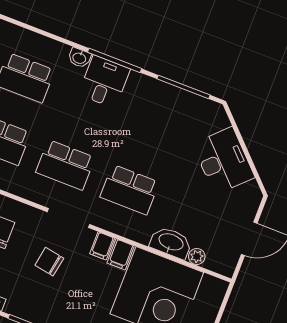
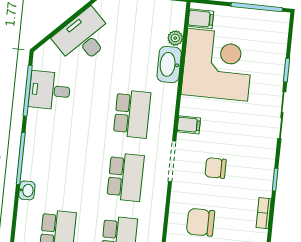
desk: (104, 82) -> (50, 90), moved
filing cabinet: (121, 254) -> (201, 19), moved
chair: (49, 262) -> (216, 168), turned 80

